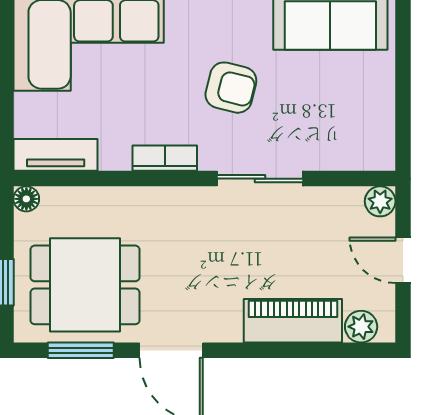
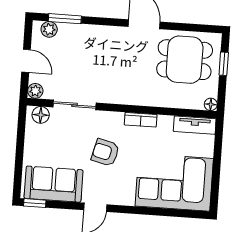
floor lamp: (366, 154) -> (41, 115), added
sliding door: (260, 179) -> (75, 105), moved
piano: (293, 321) -> (83, 35), removed
window: (81, 350) -> (65, 19), moved

